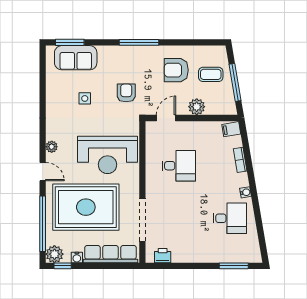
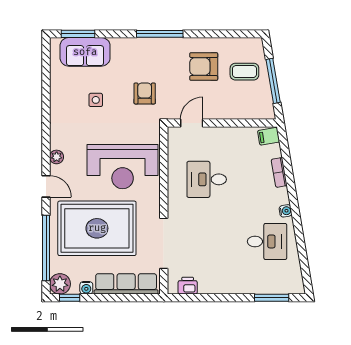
plant: (197, 107) -> (228, 110), removed
desk: (179, 166) -> (207, 179), turned 180

